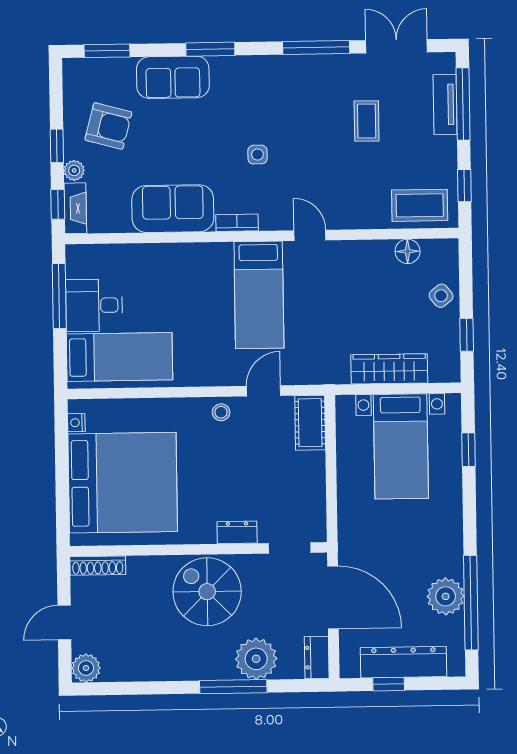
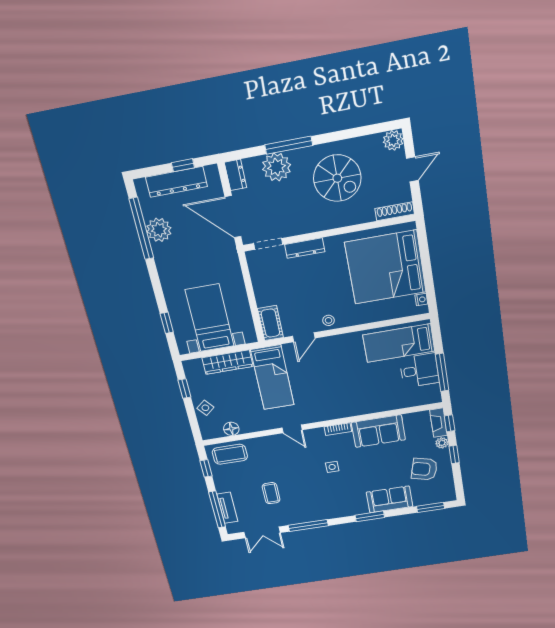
bed: (259, 295) -> (272, 377), moved, turned 180
dresser: (237, 532) -> (305, 248), width x1.44
spiral stairs: (207, 592) -> (337, 178), moved

